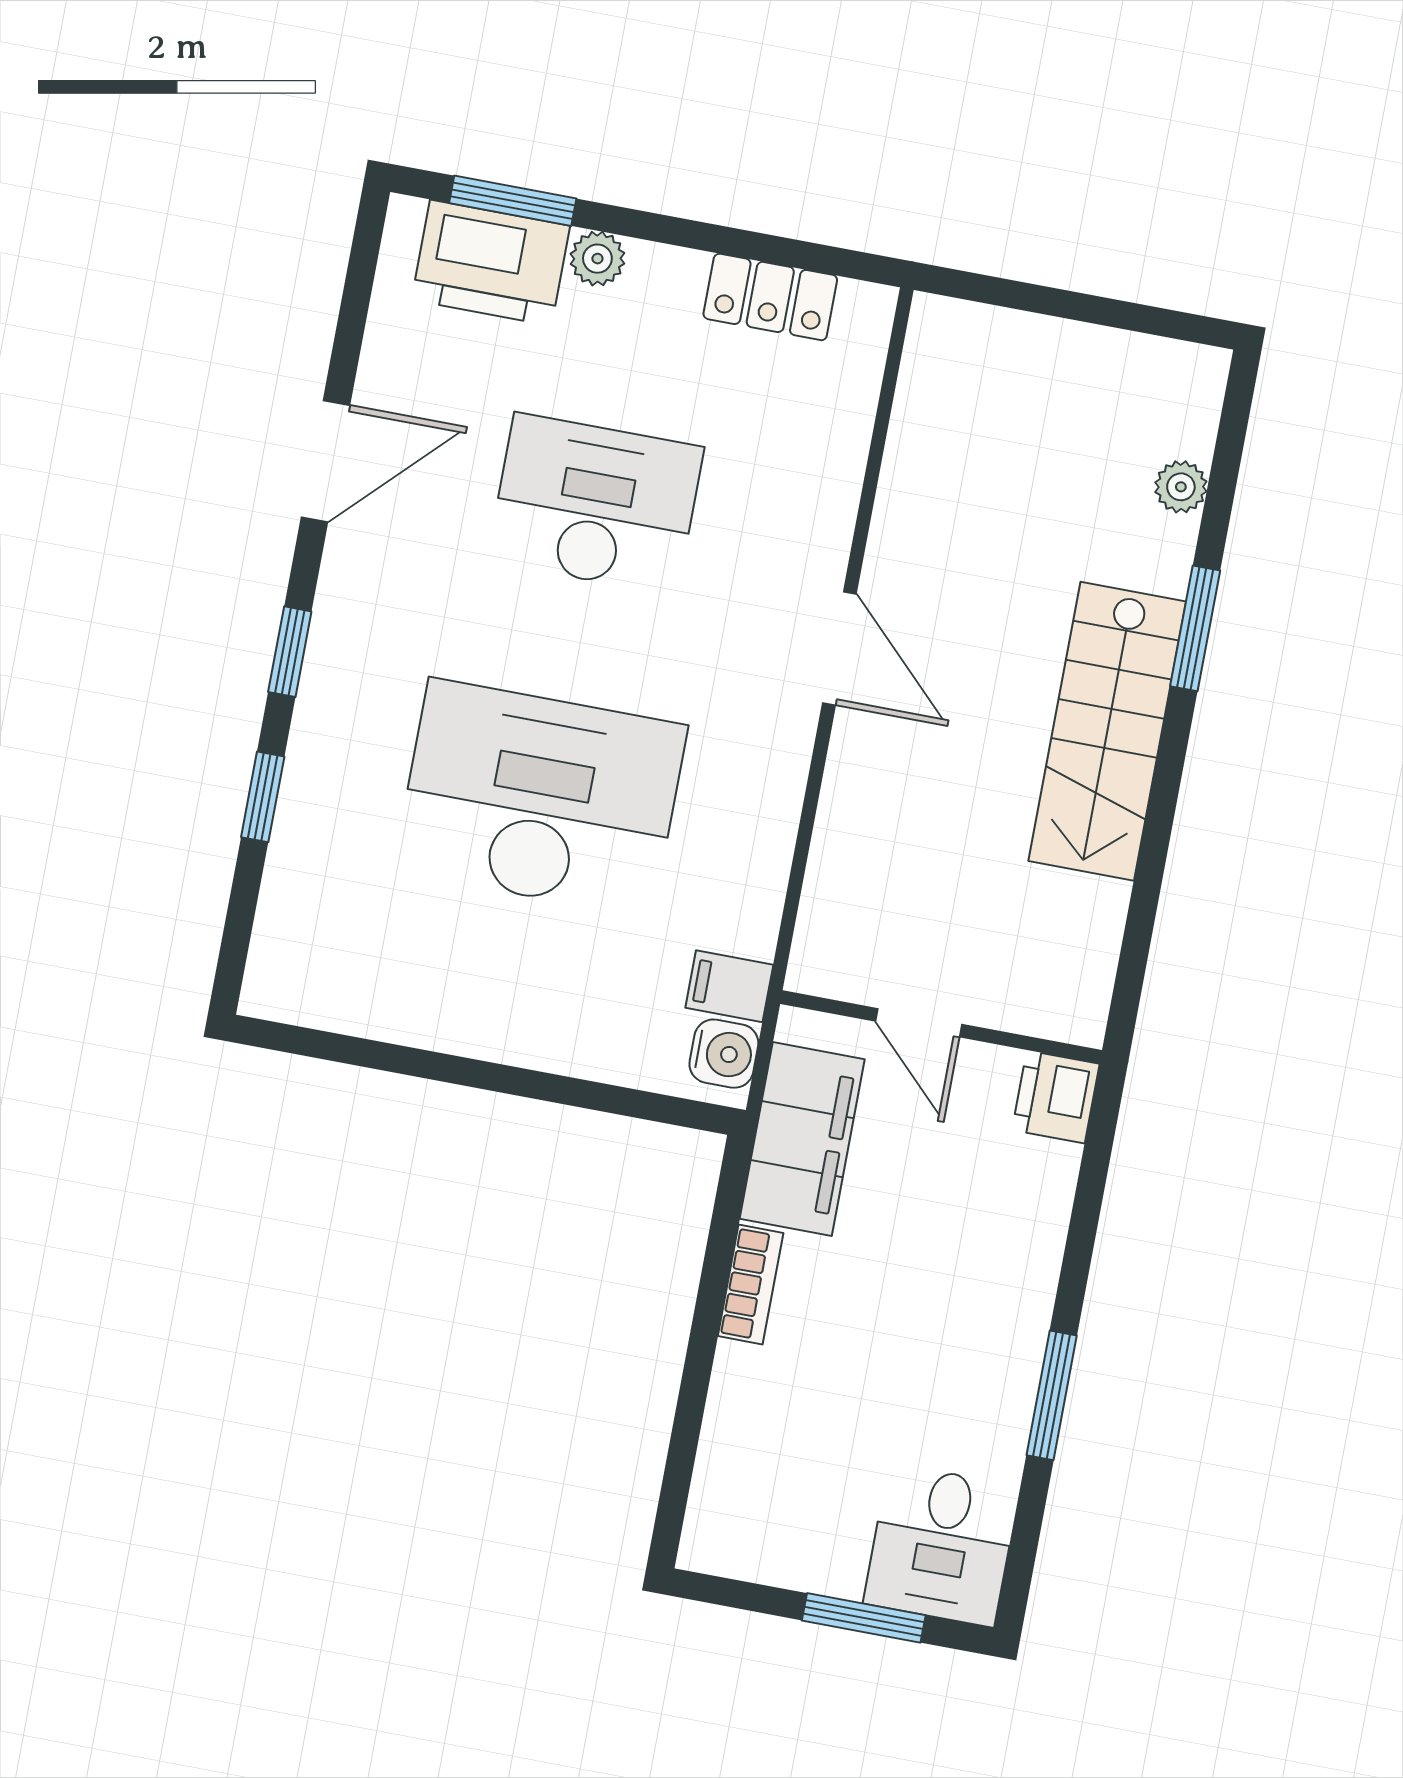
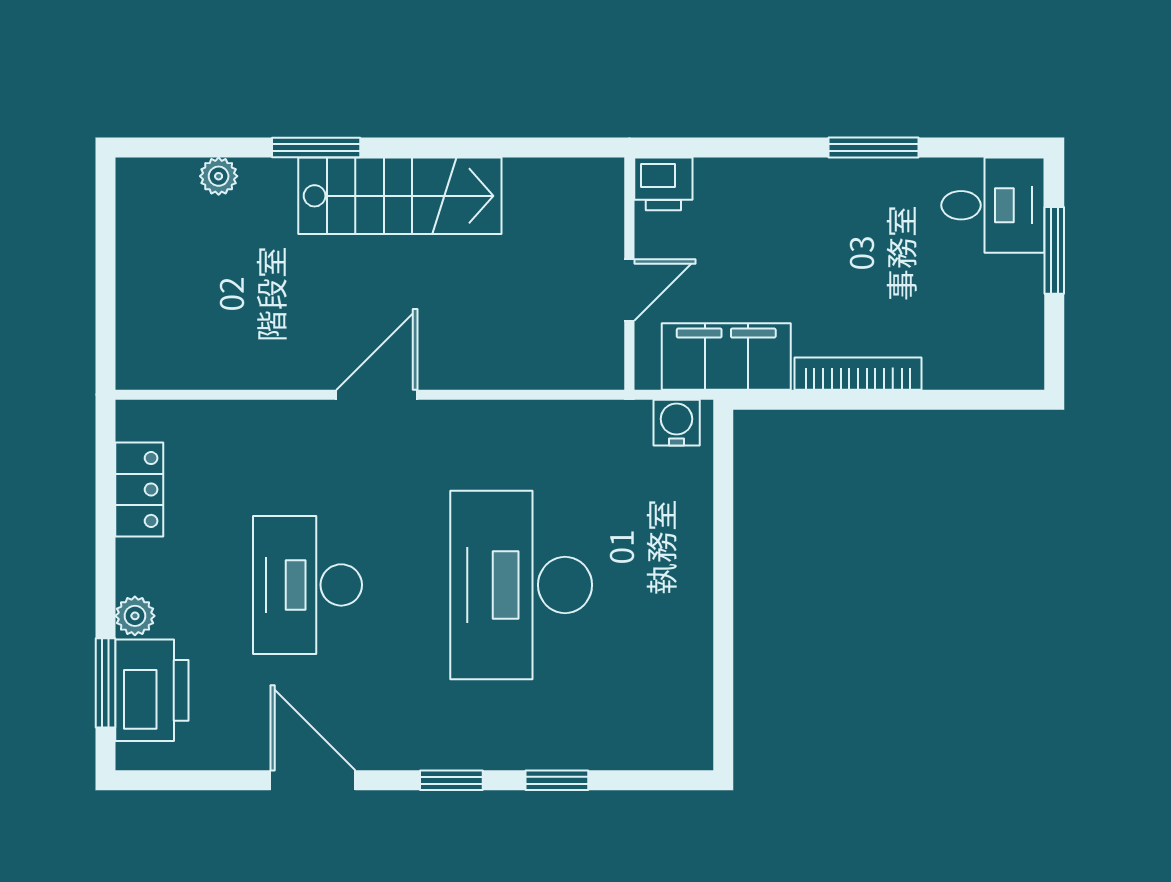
filing cabinet: (729, 986) -> (629, 428), removed
bookcase: (751, 1284) -> (858, 374), width x1.56

